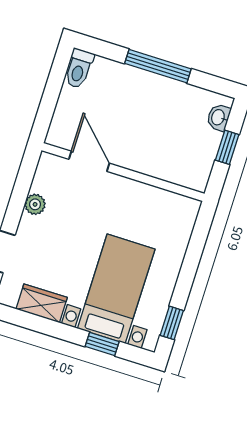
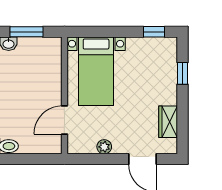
window: (227, 147) -> (26, 32), width x1.50
bed with nightstands: (116, 289) -> (96, 71), moved, turned -90

